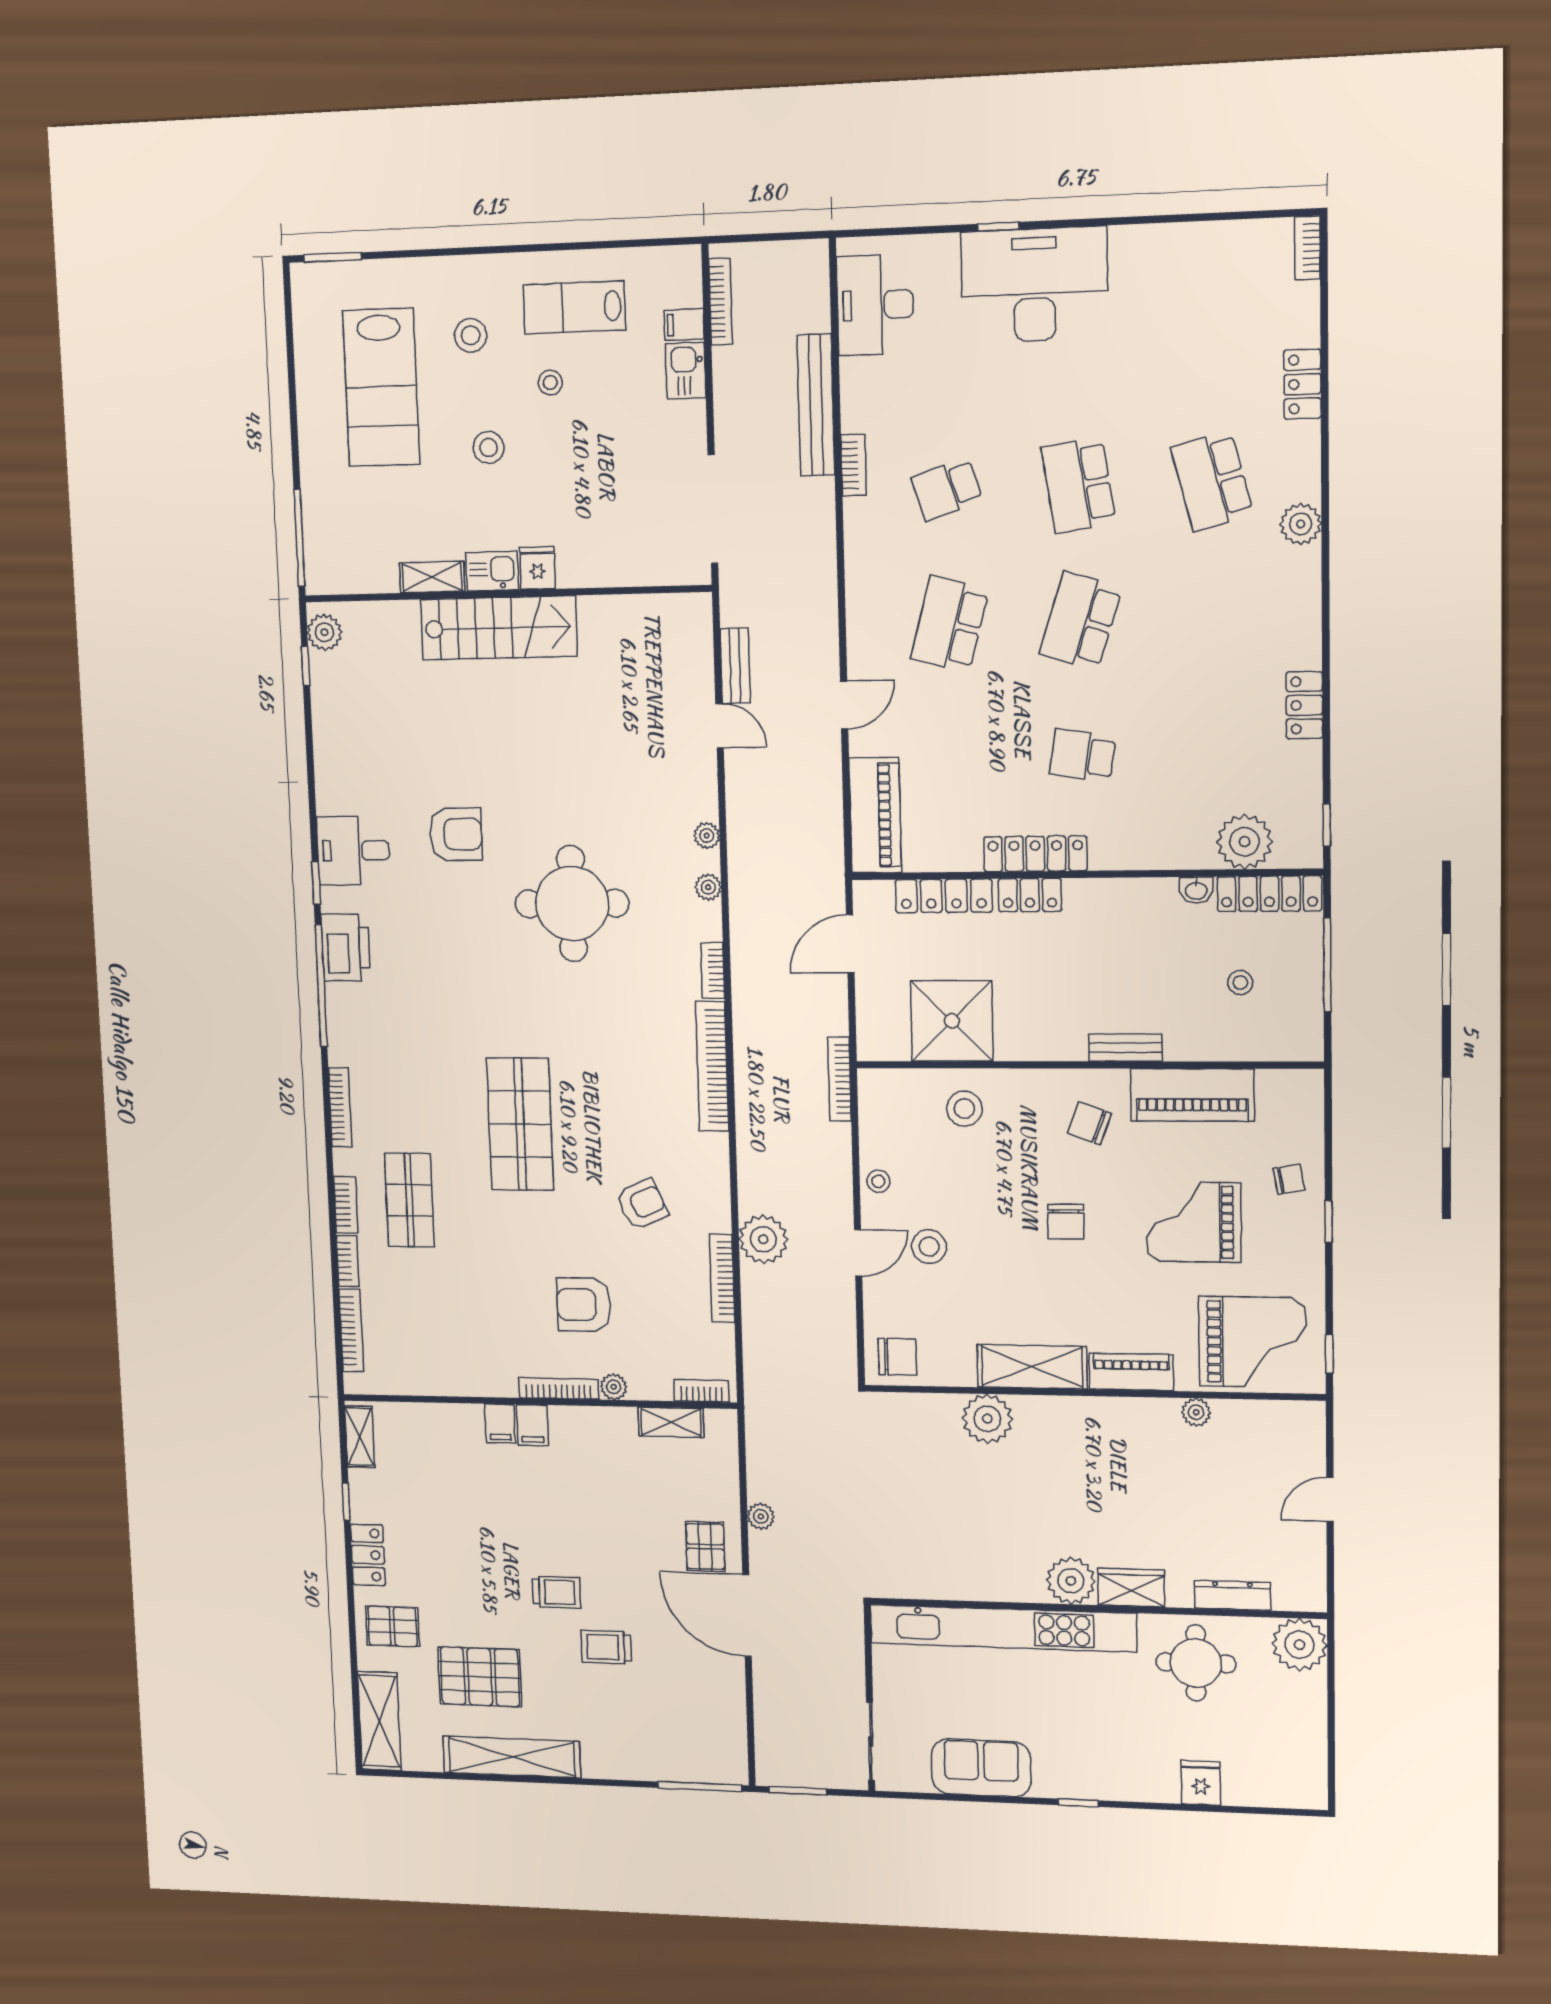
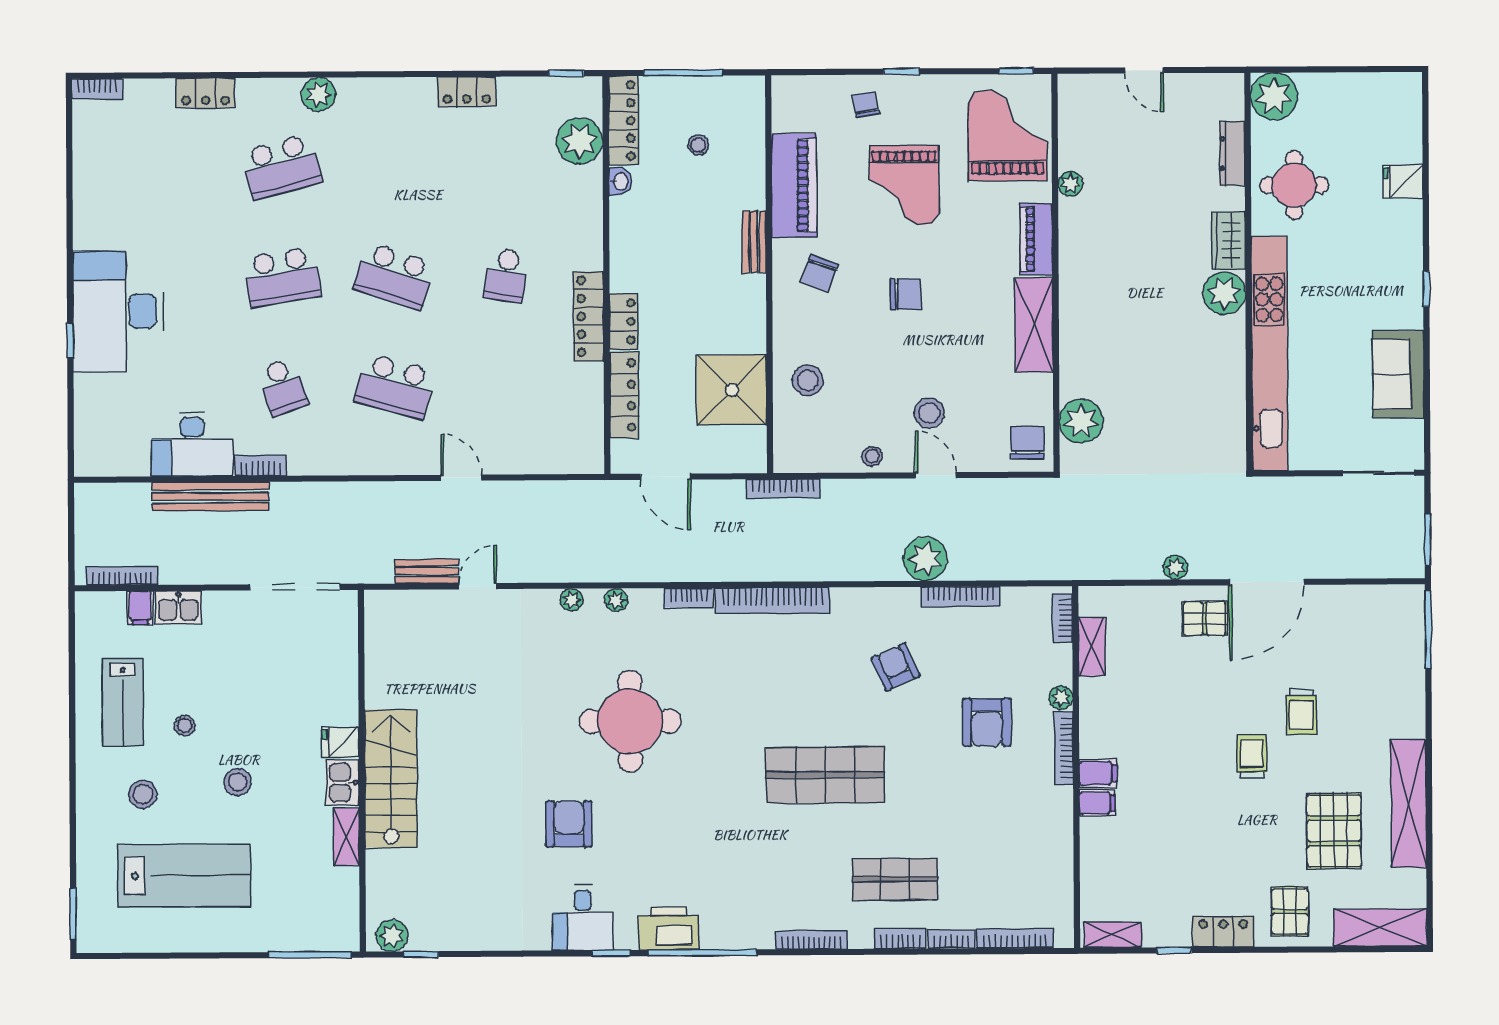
desk: (875, 305) -> (192, 444), moved
piano: (875, 815) -> (555, 453), removed
plant: (987, 1419) -> (1081, 421), moved

